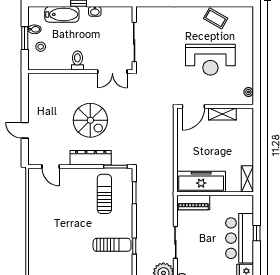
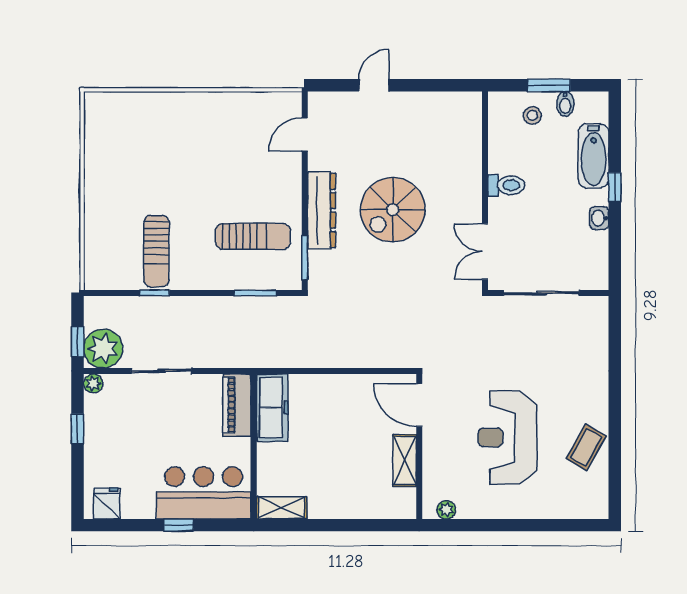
freezer: (201, 182) -> (272, 408), width x0.73, depth x0.79
bar counter: (240, 238) -> (204, 493), moved

